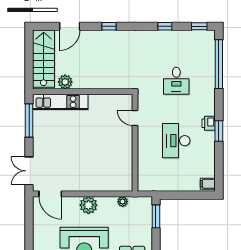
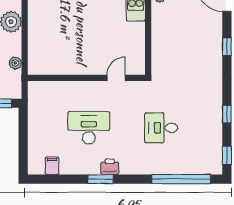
filing cabinet: (208, 184) -> (52, 166), moved

